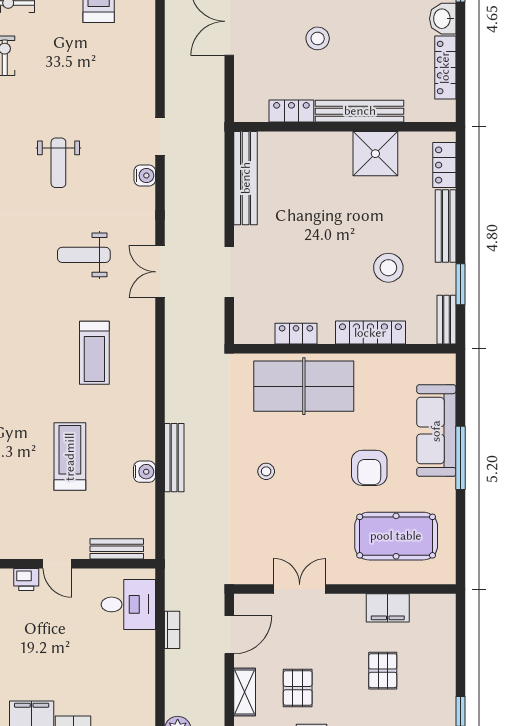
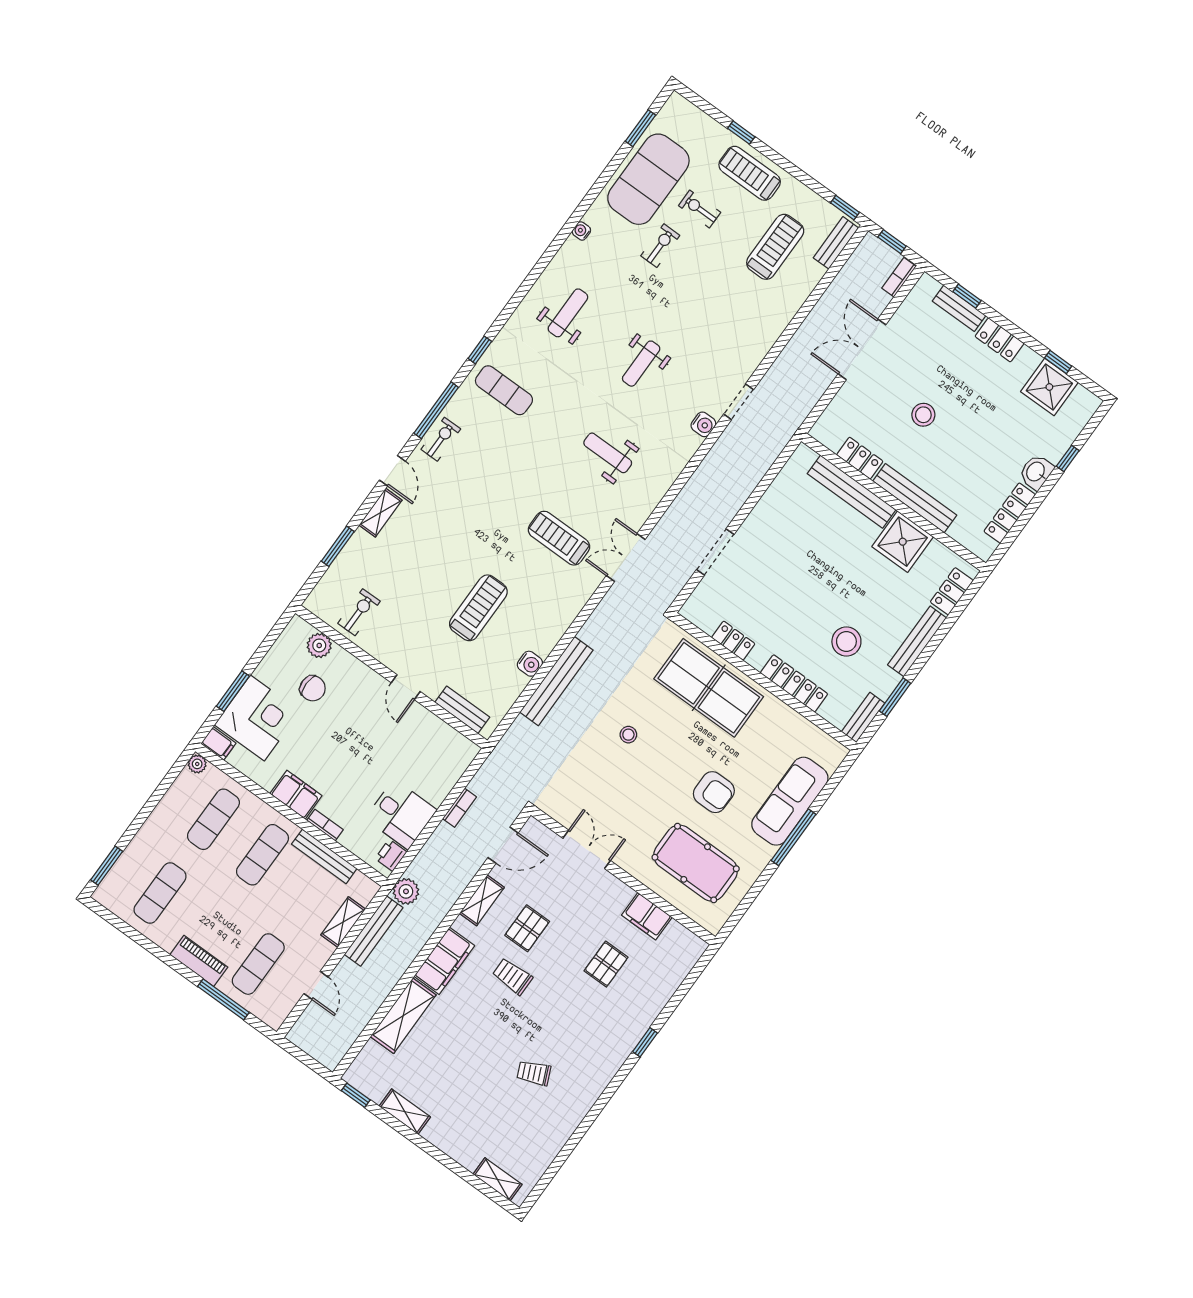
bench: (246, 178) -> (852, 492), moved, turned 90
double door: (160, 272) -> (626, 558), moved
treadmill: (94, 353) -> (559, 538), turned 90
bench: (174, 458) -> (556, 681), width x1.37, depth x1.21
armchair: (369, 468) -> (714, 792), turned -90
printer: (26, 579) -> (391, 855), moved, turned 90
desk: (128, 604) -> (401, 814), moved

